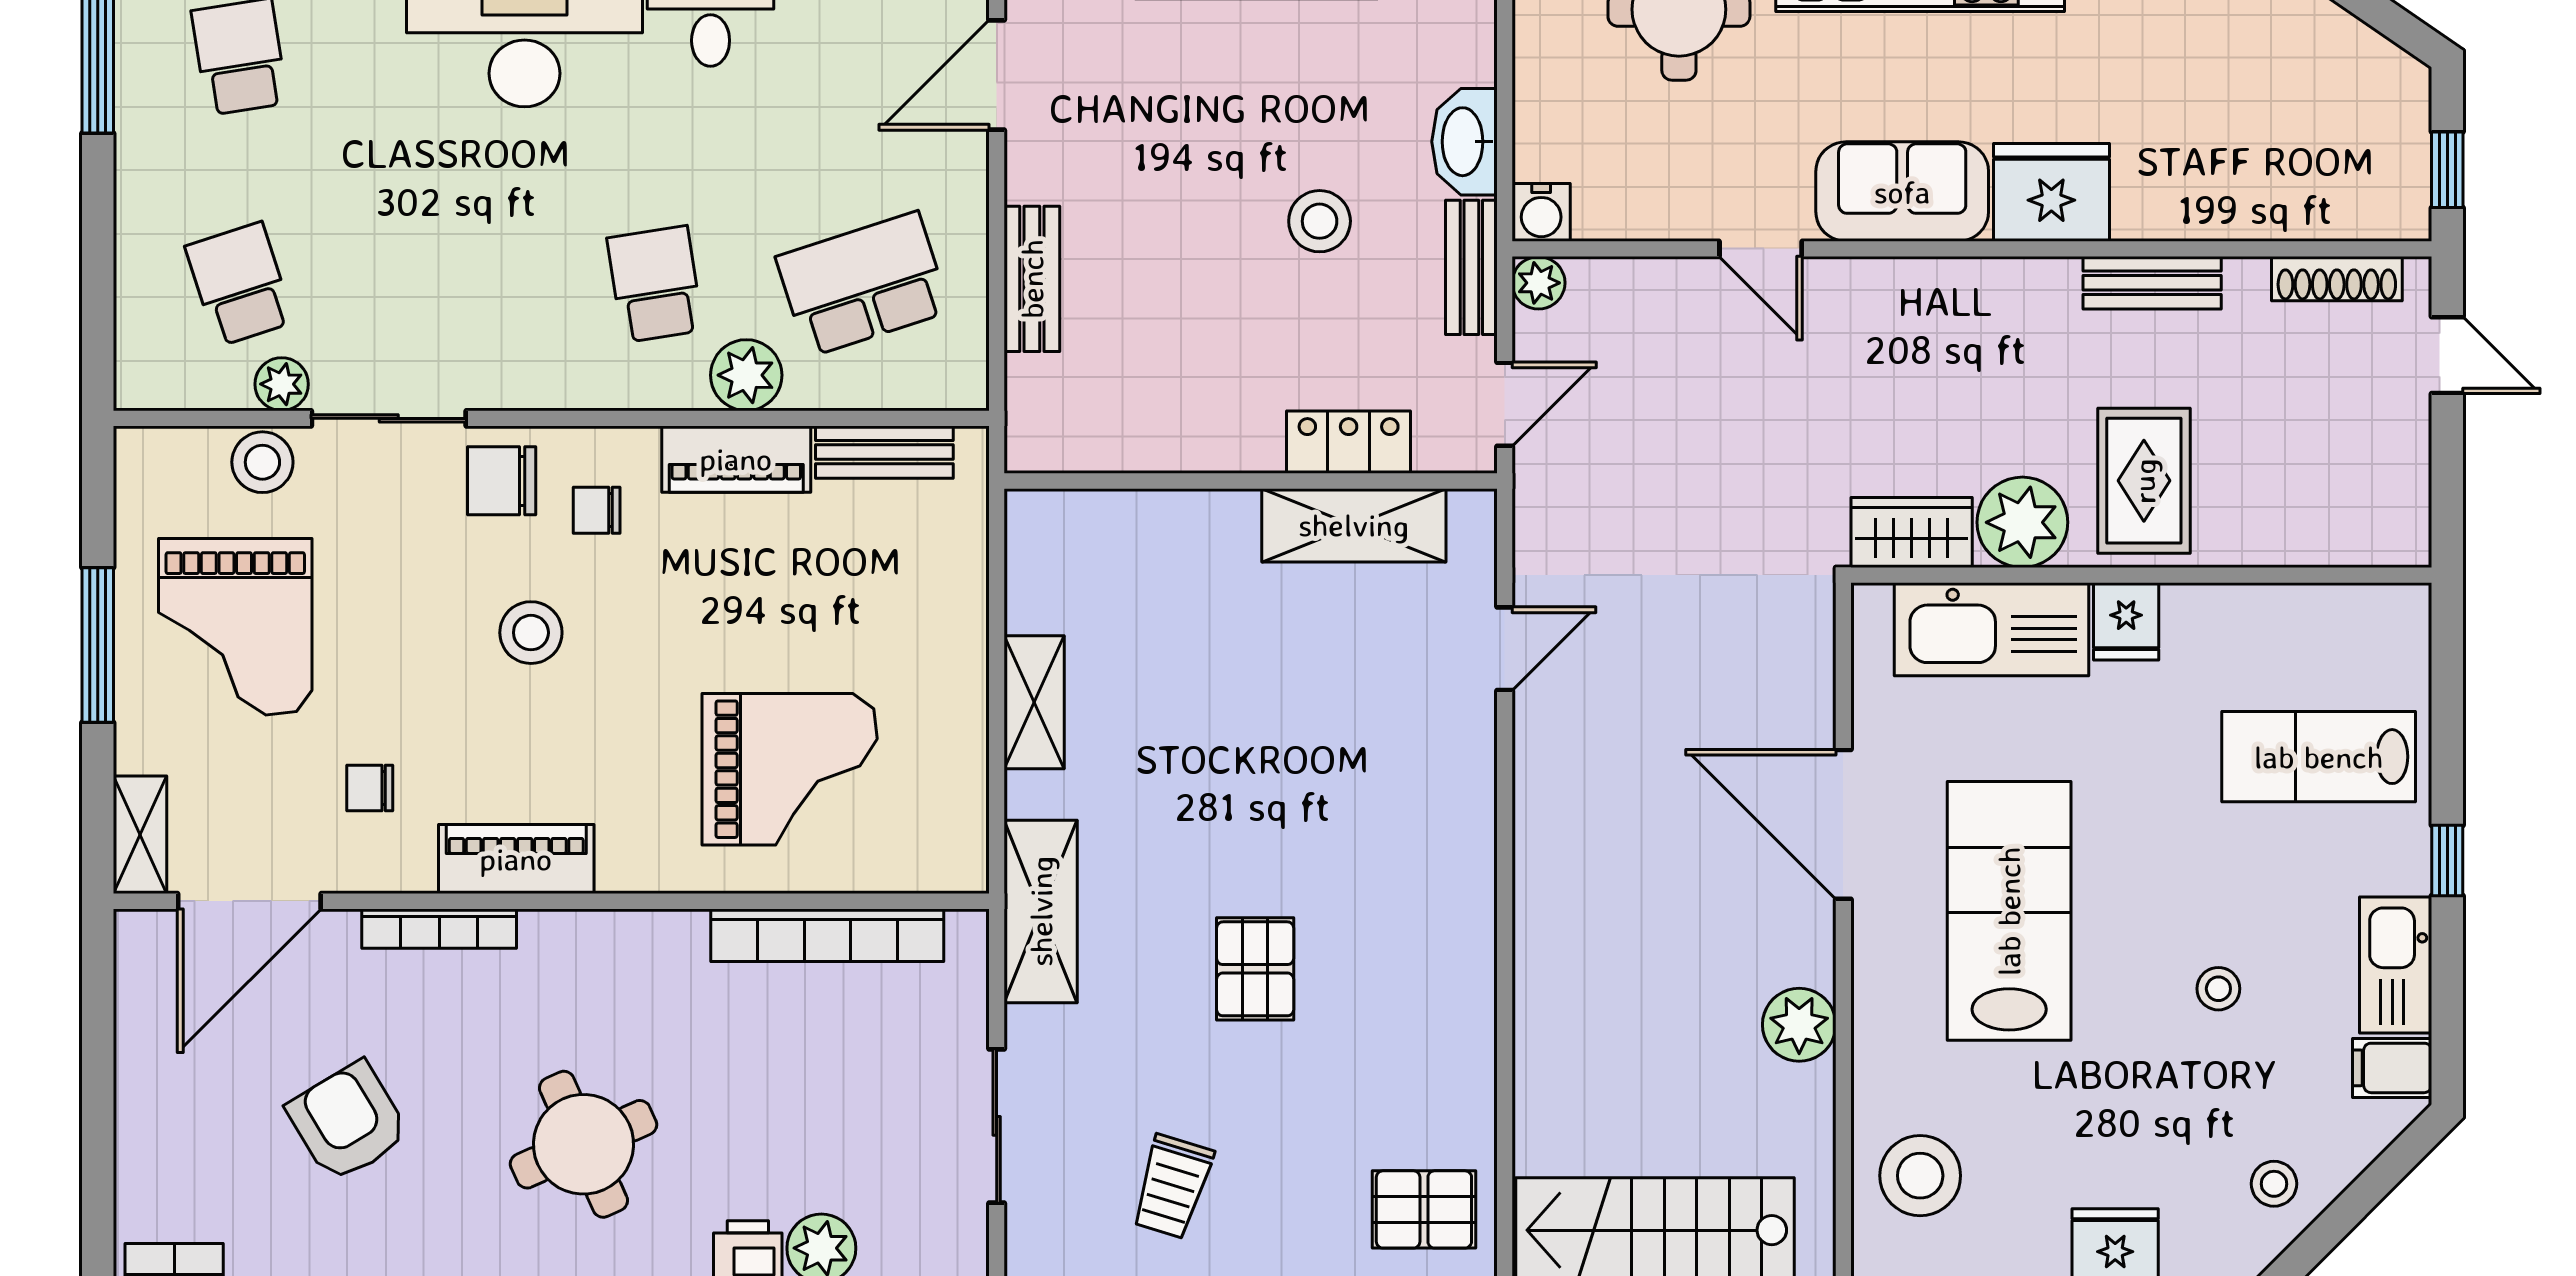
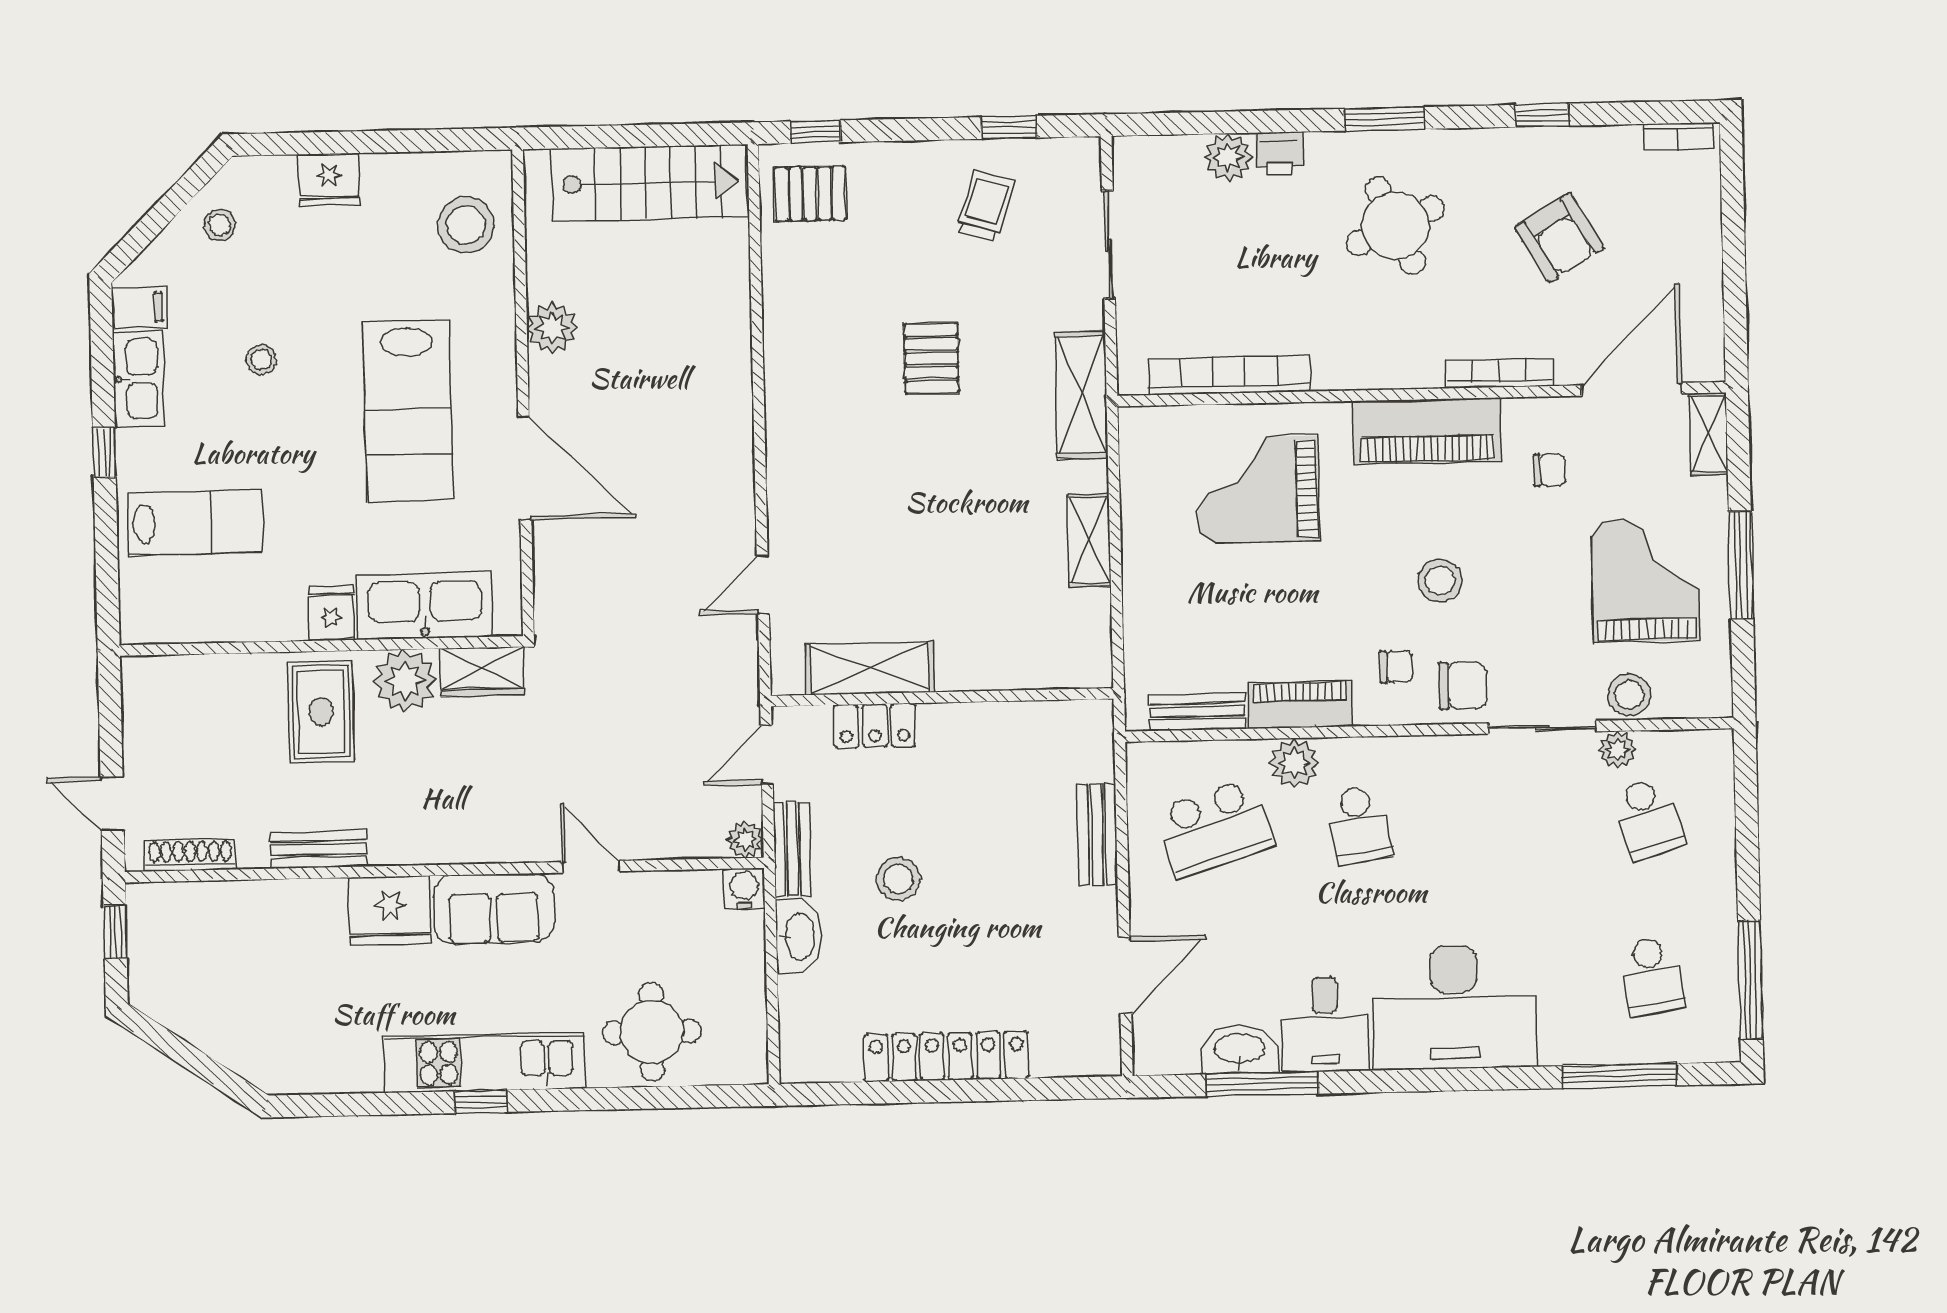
piano: (516, 859) -> (1427, 431), width x1.37, depth x1.33

